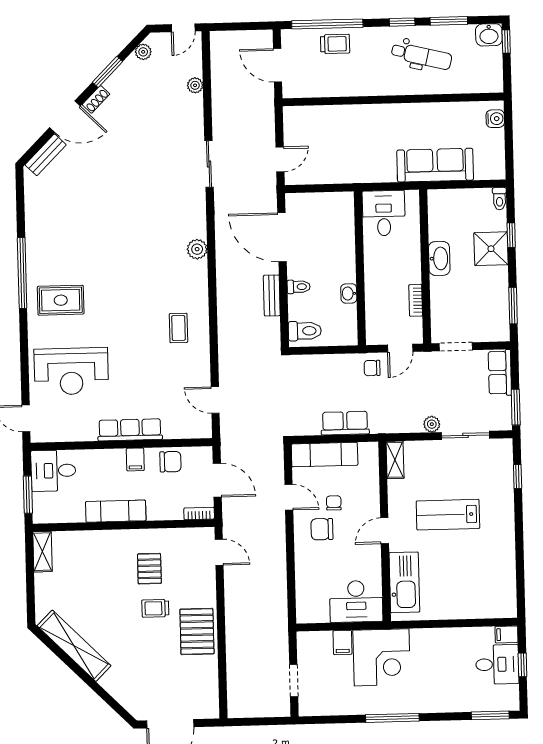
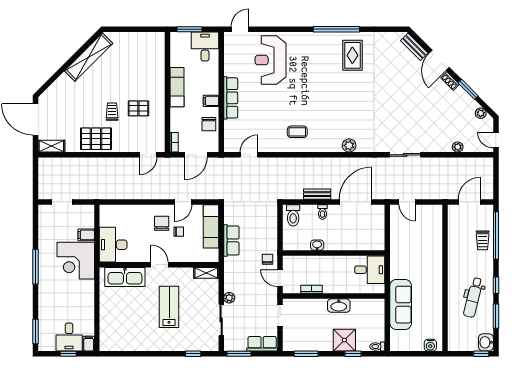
rug: (61, 300) -> (352, 55), moved
shelving: (42, 552) -> (51, 146), moved

